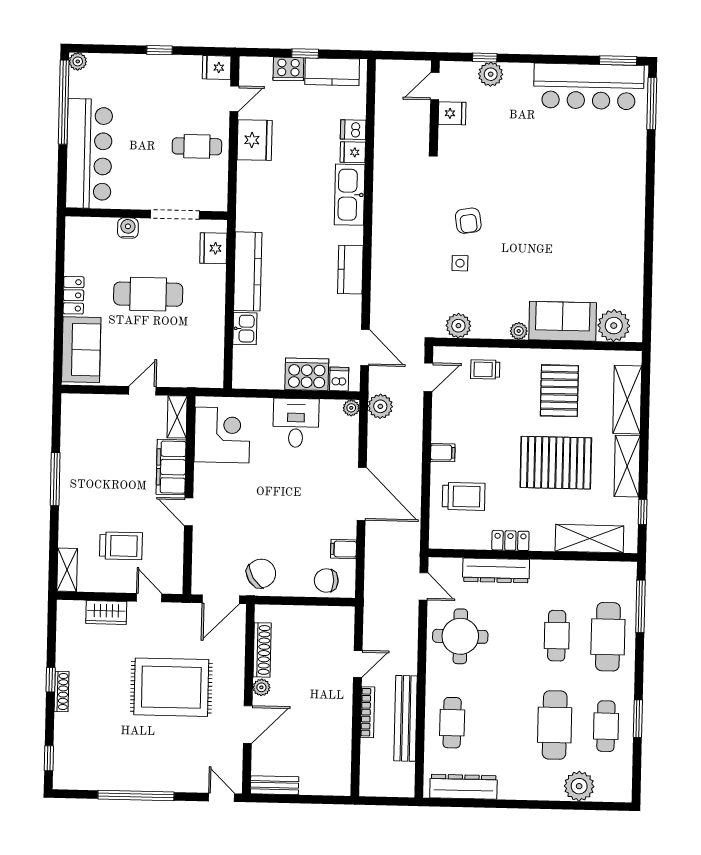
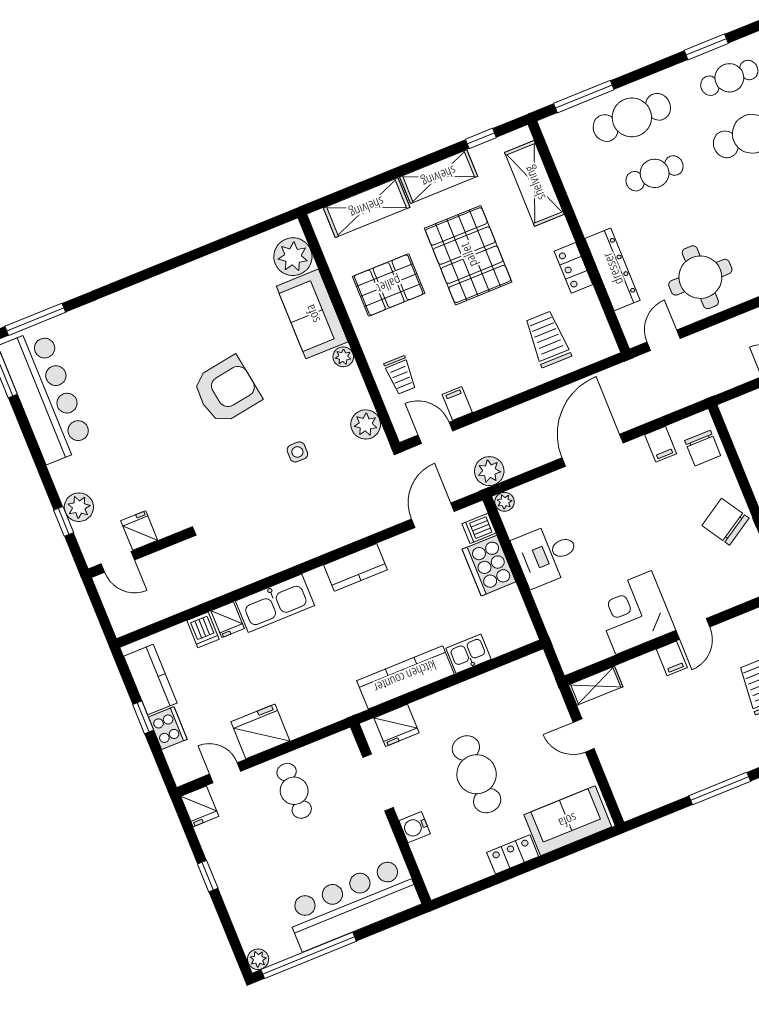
armchair: (468, 221) -> (227, 390), moved, width x1.88, depth x1.88
corner desk: (222, 435) -> (634, 613), moved
filing cabinet: (443, 453) -> (457, 403), moved
filing cabinet: (171, 467) -> (672, 658), width x0.33, depth x0.86

